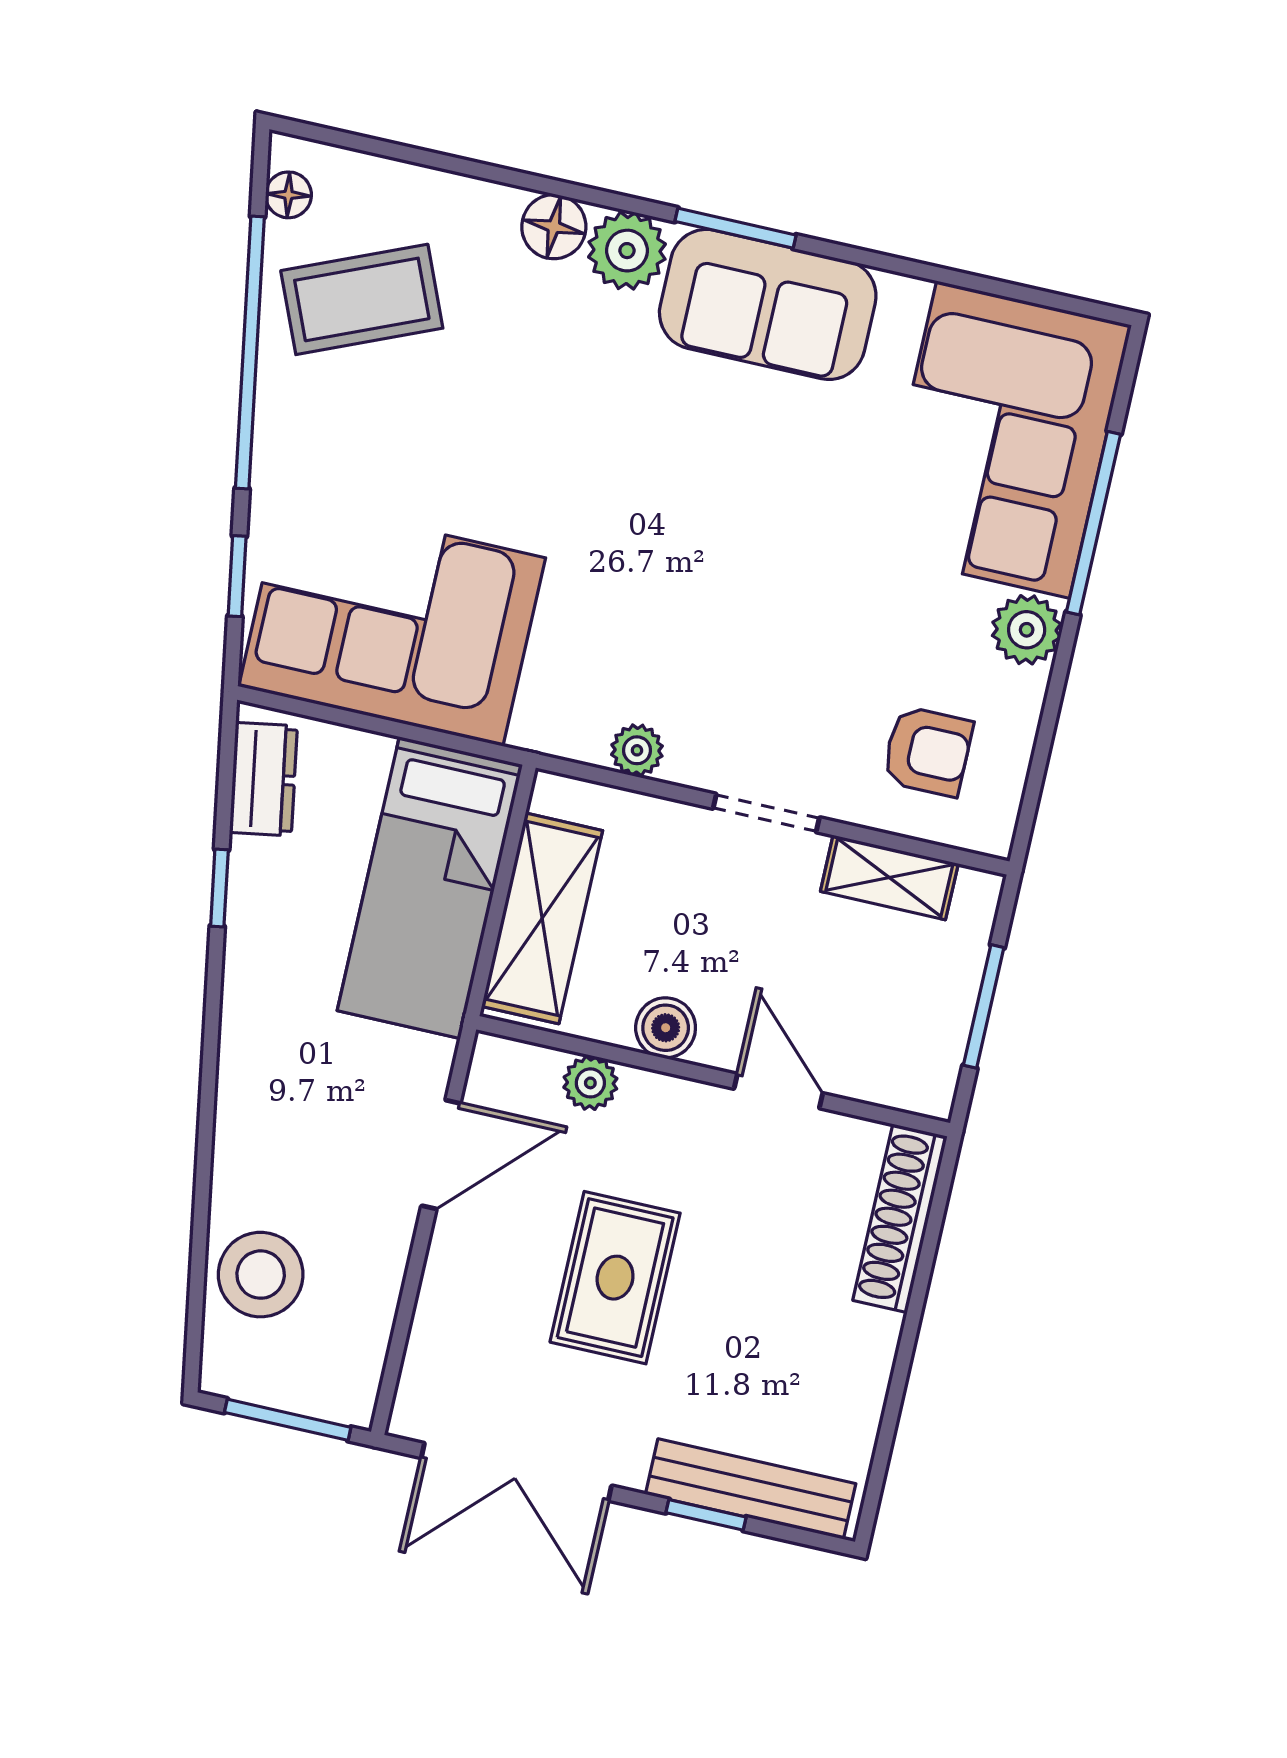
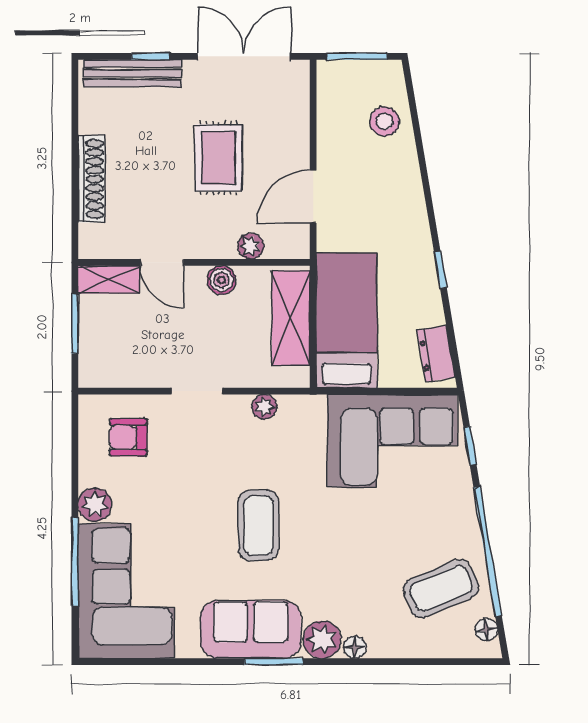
floor lamp: (554, 227) -> (355, 647), width x0.73, depth x0.73
coffee table: (704, 512) -> (258, 525), added
shelving: (889, 877) -> (109, 280), moved
window: (219, 888) -> (440, 270), moved
shoe rack: (900, 1218) -> (91, 179), moved
stool: (261, 1275) -> (385, 122), width x0.73, depth x0.73

